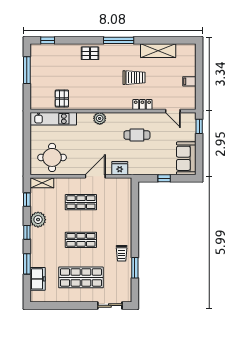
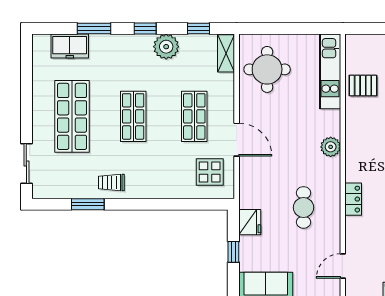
locker: (142, 105) -> (353, 199), moved
fridge: (120, 168) -> (250, 222), moved
display table: (115, 193) -> (210, 172), added

